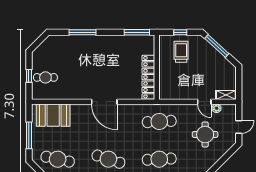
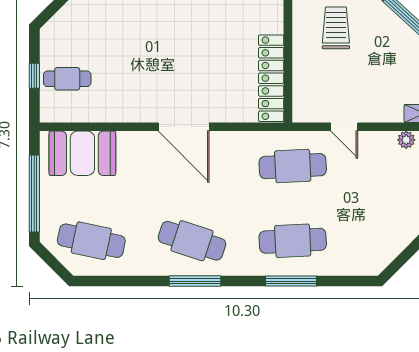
door: (204, 102) -> (344, 127), moved
round table: (205, 134) -> (383, 192), removed
window: (29, 135) -> (34, 193), width x1.46

